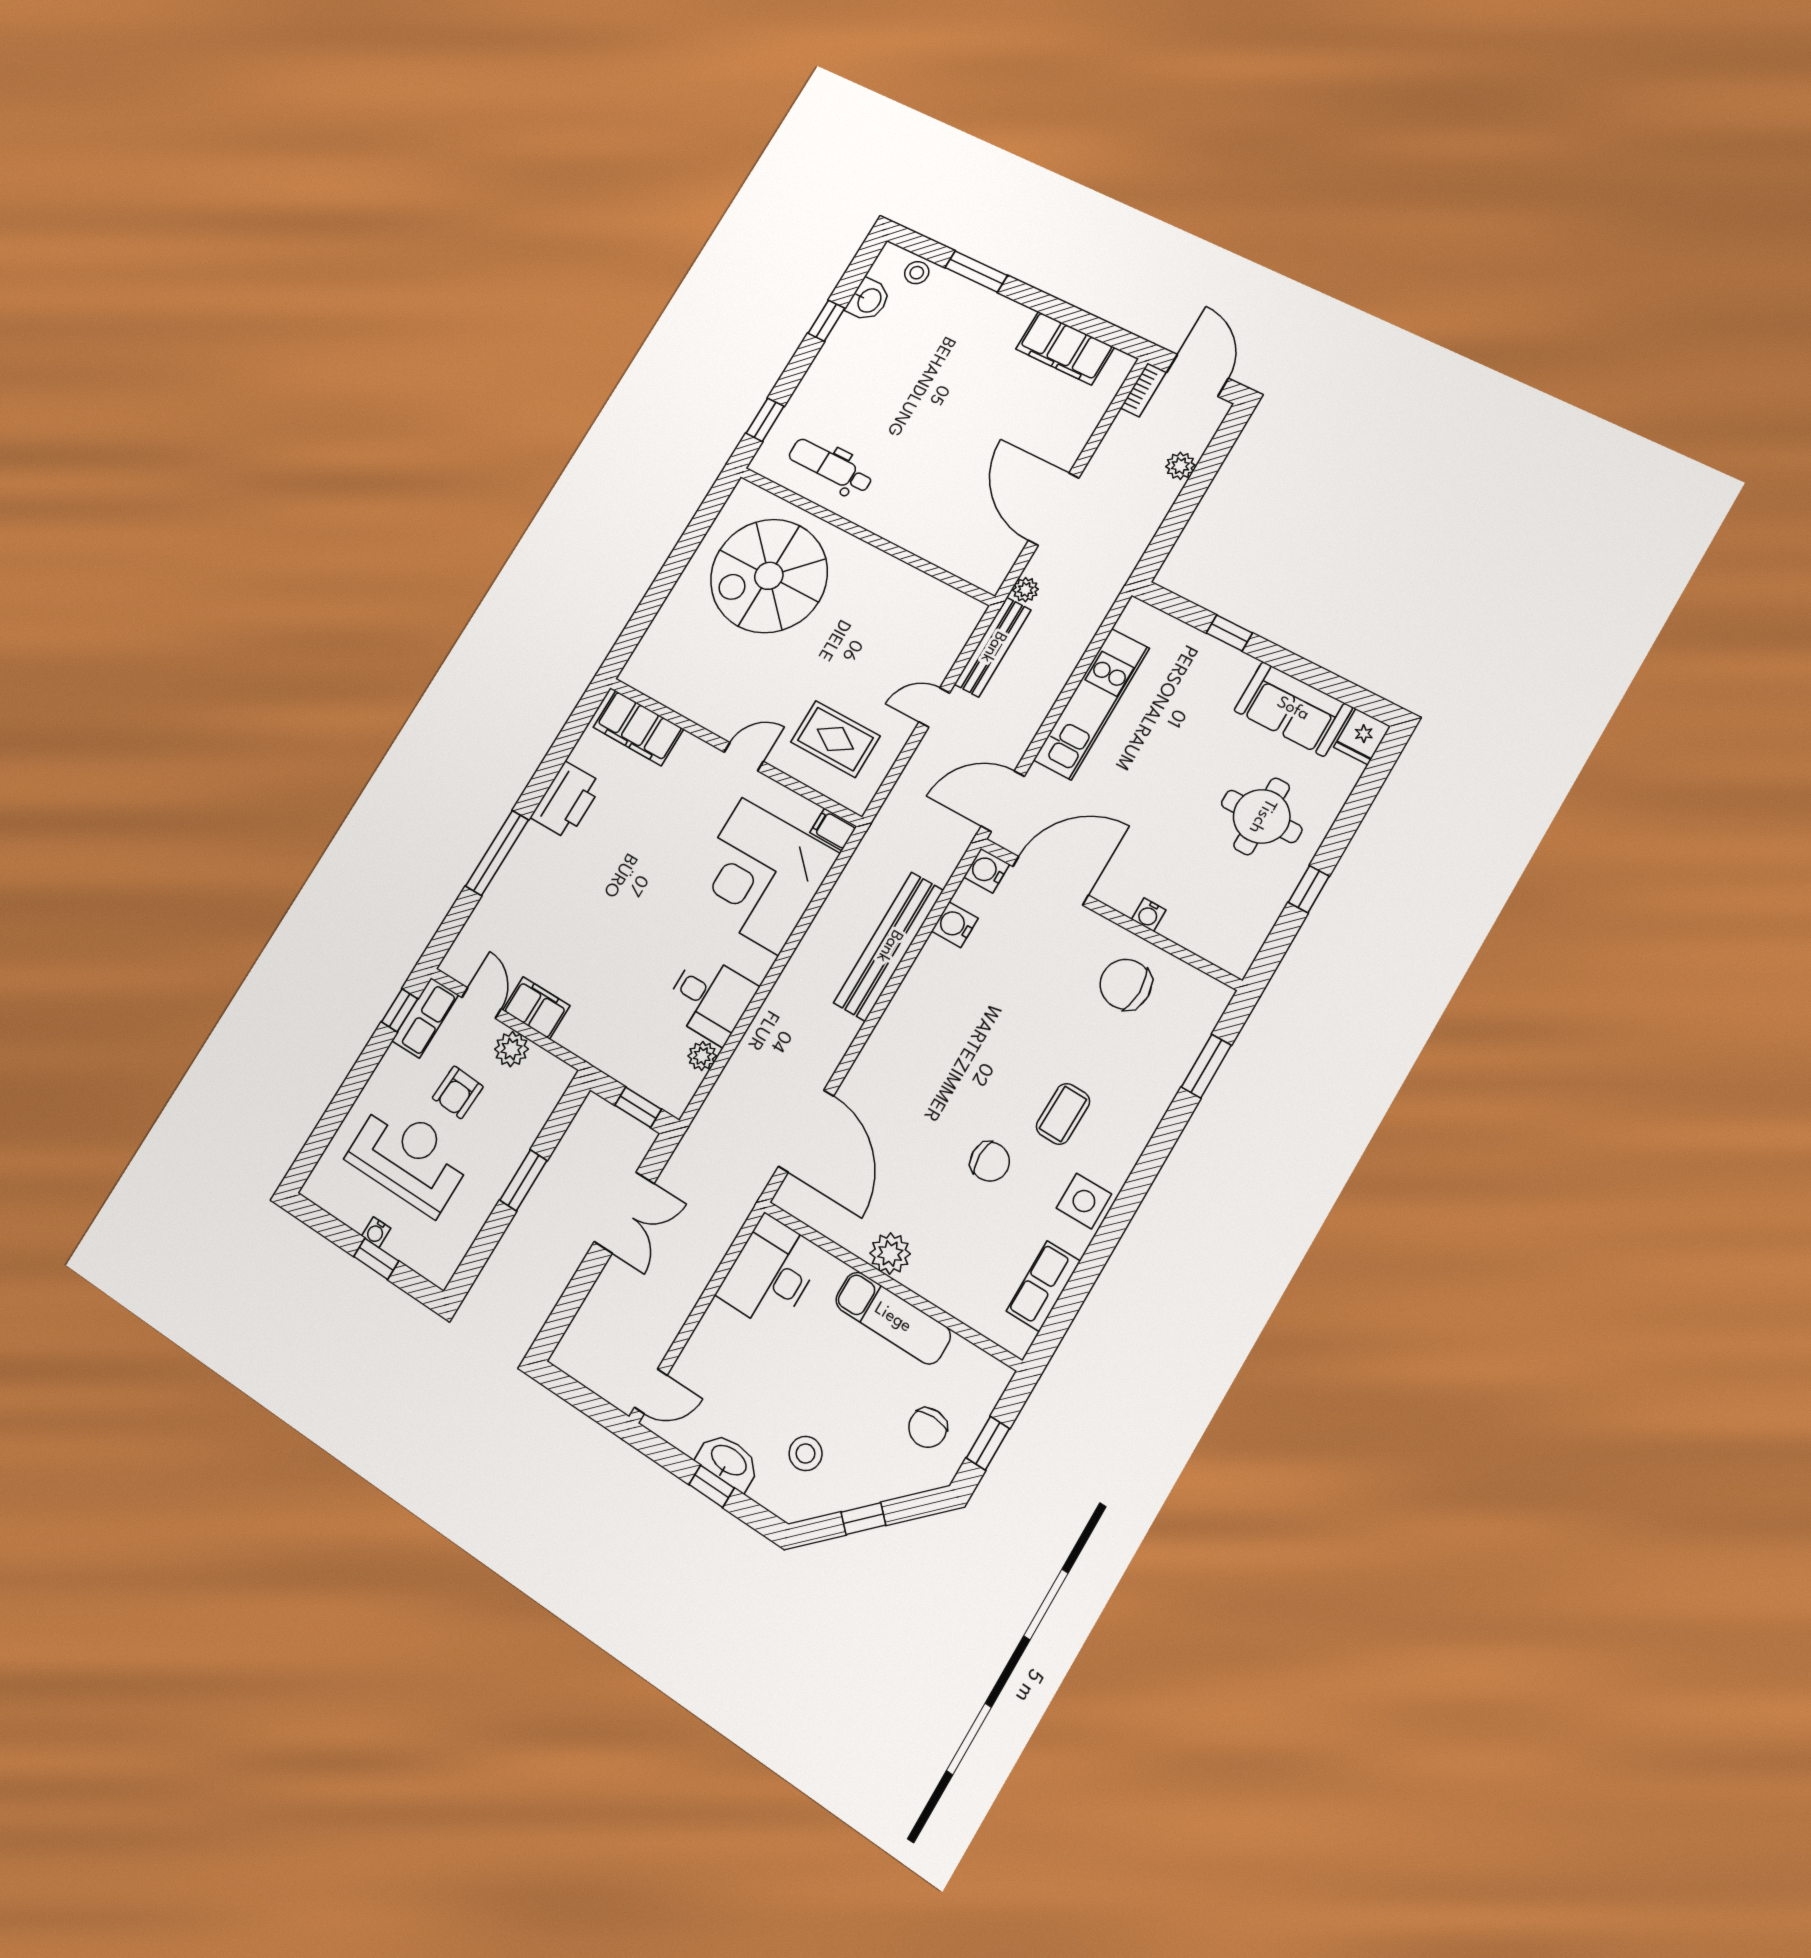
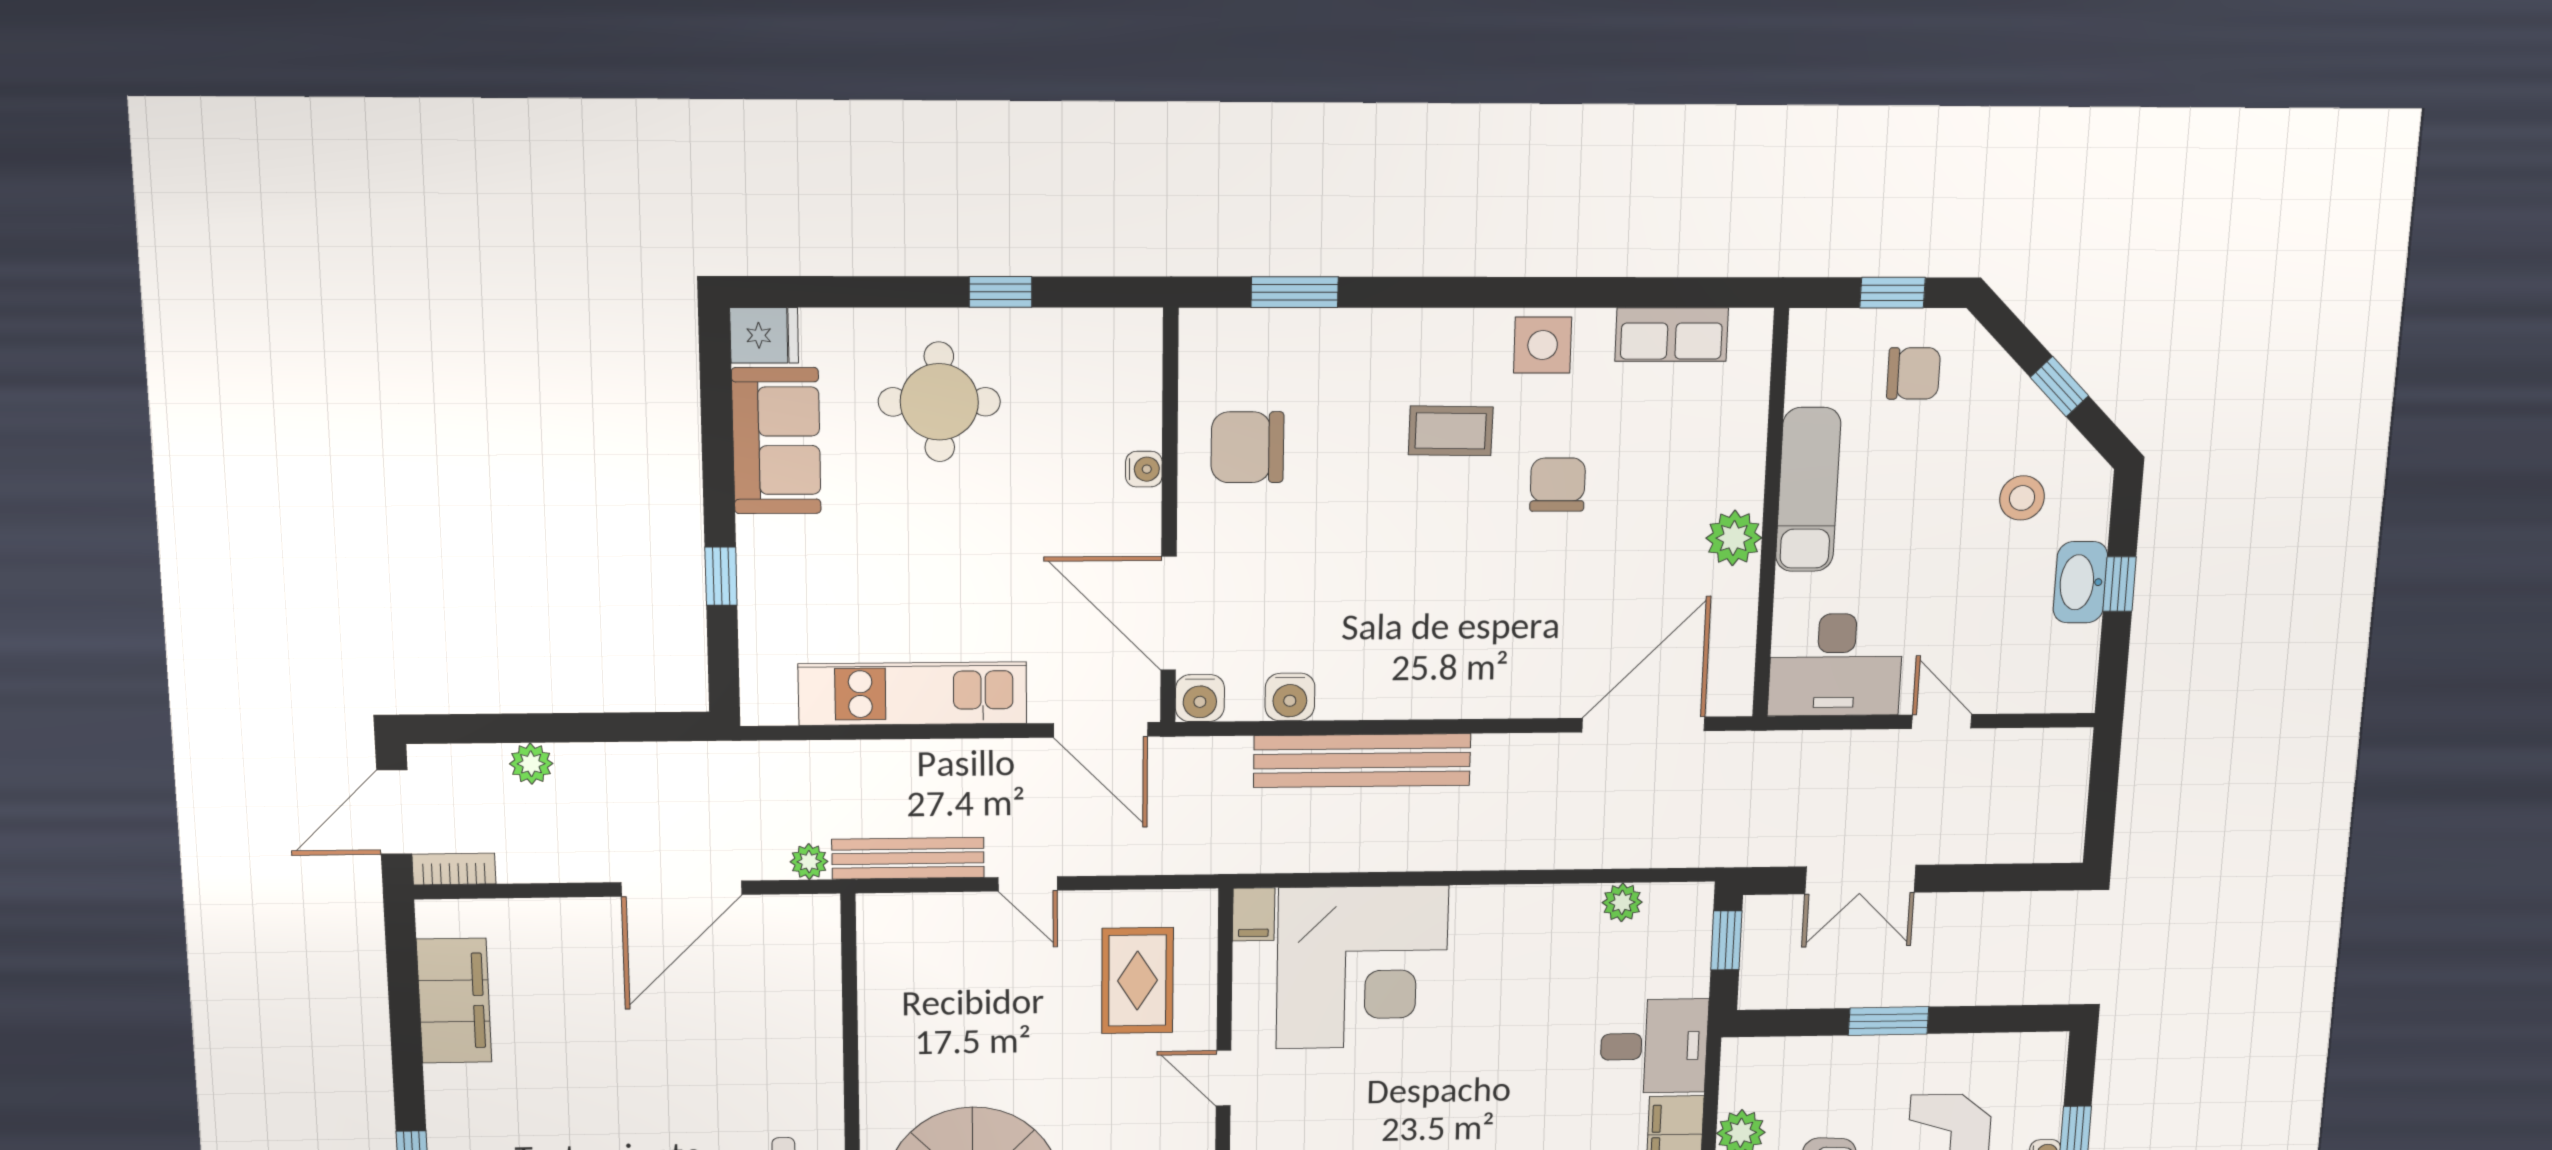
chair: (1126, 984) -> (1247, 447), turned 90
desk: (710, 998) -> (1654, 1046), moved, turned 90
double door: (624, 1213) -> (1860, 880), swing flipped
door: (651, 1391) -> (1942, 722), moved

